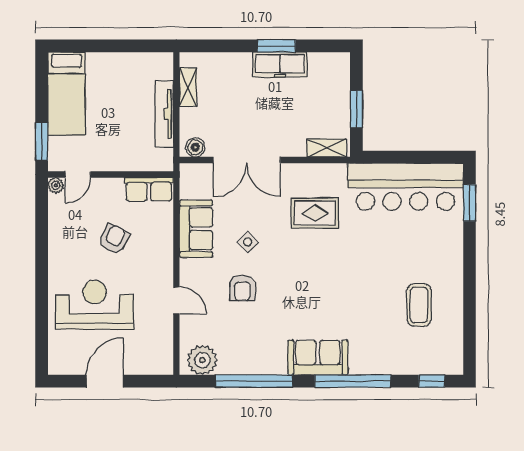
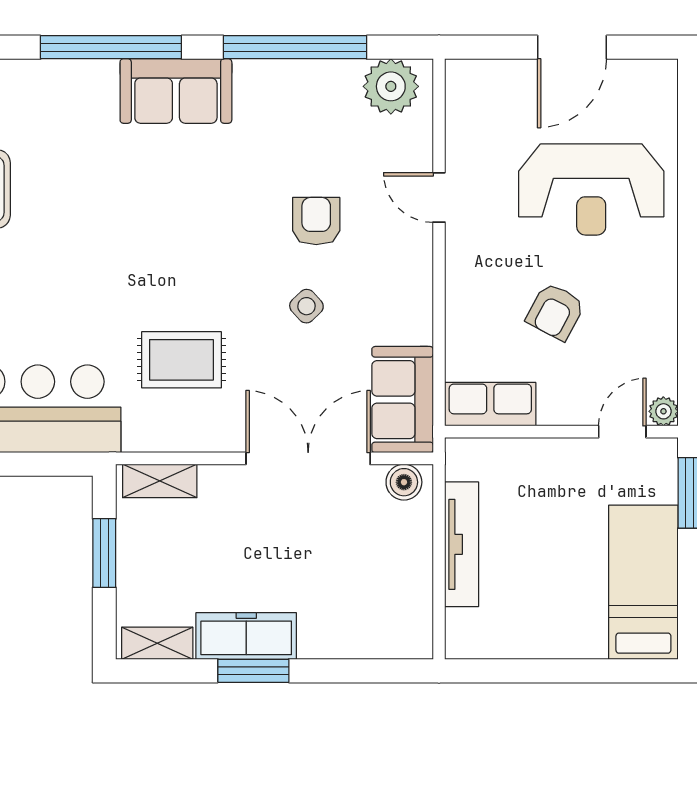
shelving: (188, 87) -> (157, 643), moved, turned 90
sofa: (196, 229) -> (403, 400), moved

